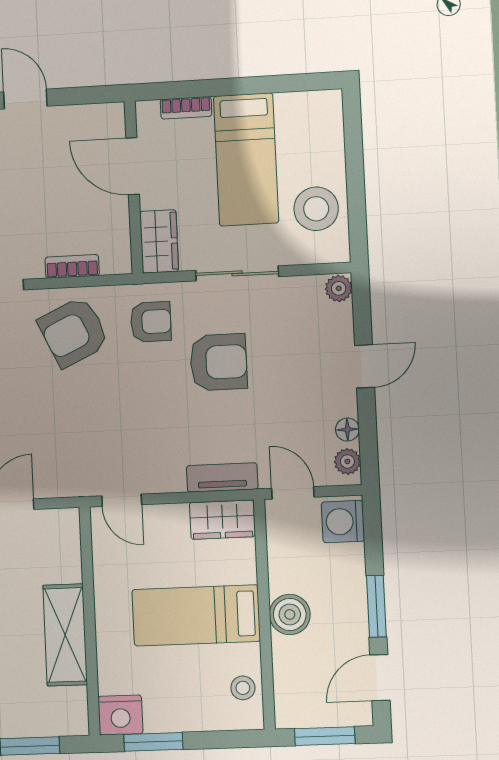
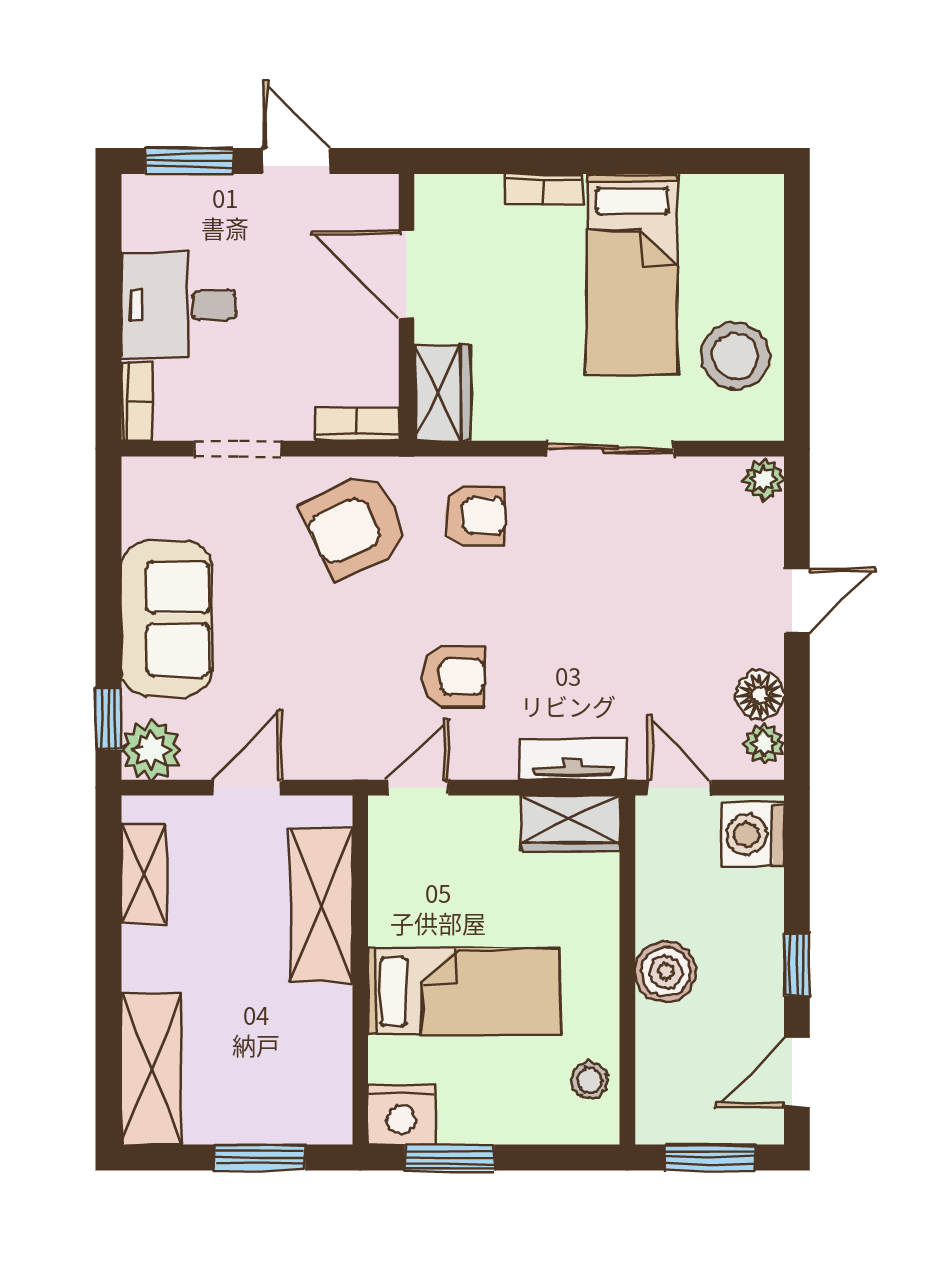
door: (133, 166) -> (406, 275), moved
wall: (134, 187) -> (406, 307), moved
wardrobe: (159, 241) -> (442, 393), moved
armchair: (219, 362) -> (454, 676), moved, width x0.72, depth x0.72
floor lamp: (347, 430) -> (760, 695), width x1.37, depth x1.37
door: (122, 500) -> (418, 788), swing flipped
window: (376, 606) -> (797, 965), width x0.67
bed: (196, 615) -> (464, 991), moved, turned 180
shelving: (65, 635) -> (322, 905), moved

